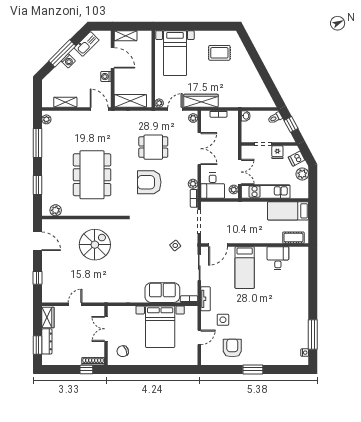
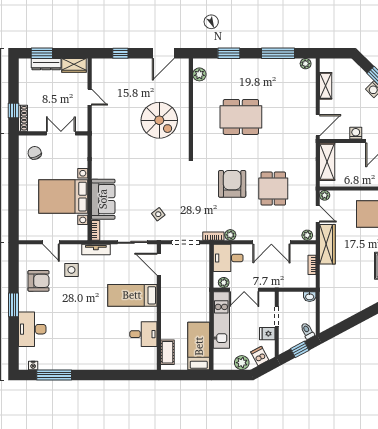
dining table: (92, 175) -> (241, 117), width x0.73, depth x0.80
desk: (274, 353) -> (32, 329), added

